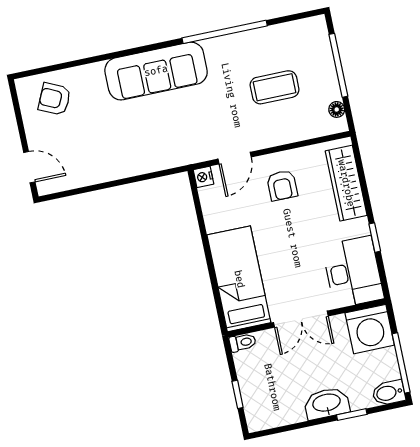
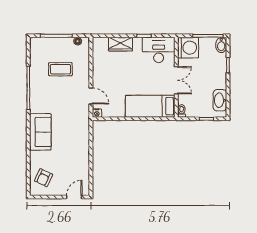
sofa: (156, 71) -> (40, 132), width x0.73
coffee table: (275, 87) -> (60, 69), turned 90
wardrobe: (346, 183) -> (121, 44), width x0.67
armchair: (282, 185) -> (109, 76), removed
washbasin: (327, 403) -> (220, 100), moved

